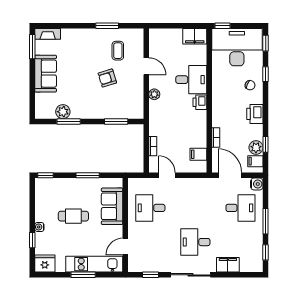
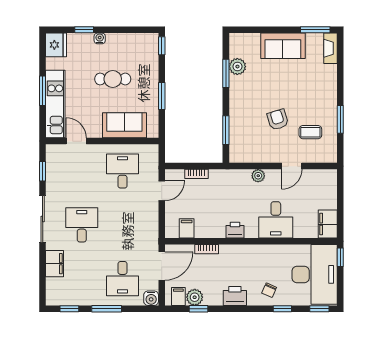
printer: (200, 102) -> (235, 230), moved
cafe table: (73, 216) -> (113, 79), turned 90

